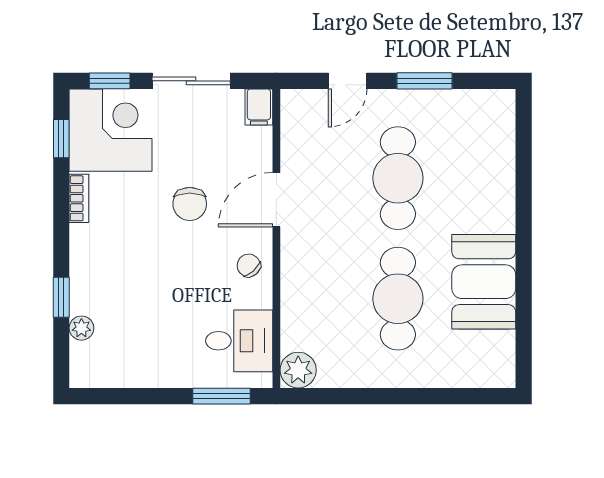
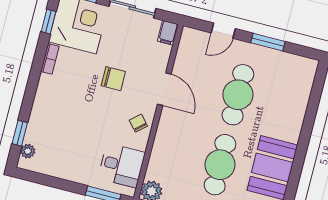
door: (276, 200) -> (164, 89), swing flipped
chair: (190, 204) -> (113, 79), turned -90
window: (61, 297) -> (20, 133), moved
plant: (81, 328) -> (28, 151), moved

